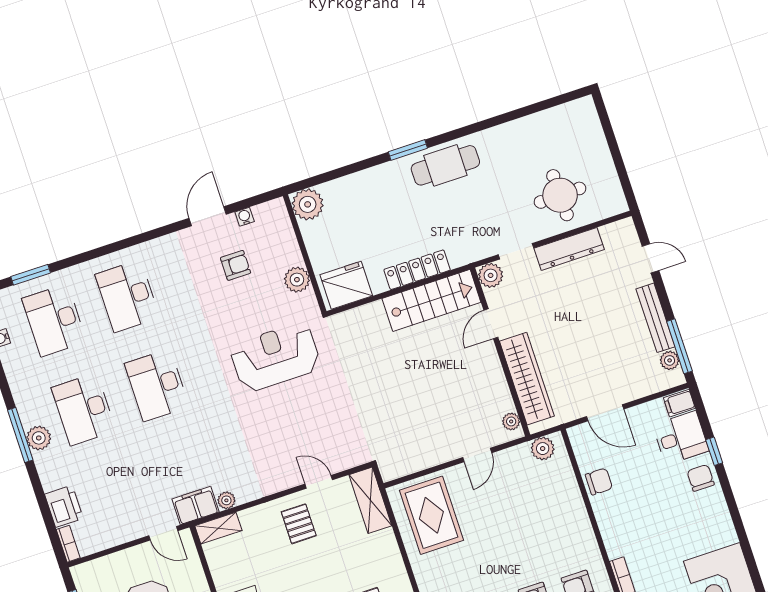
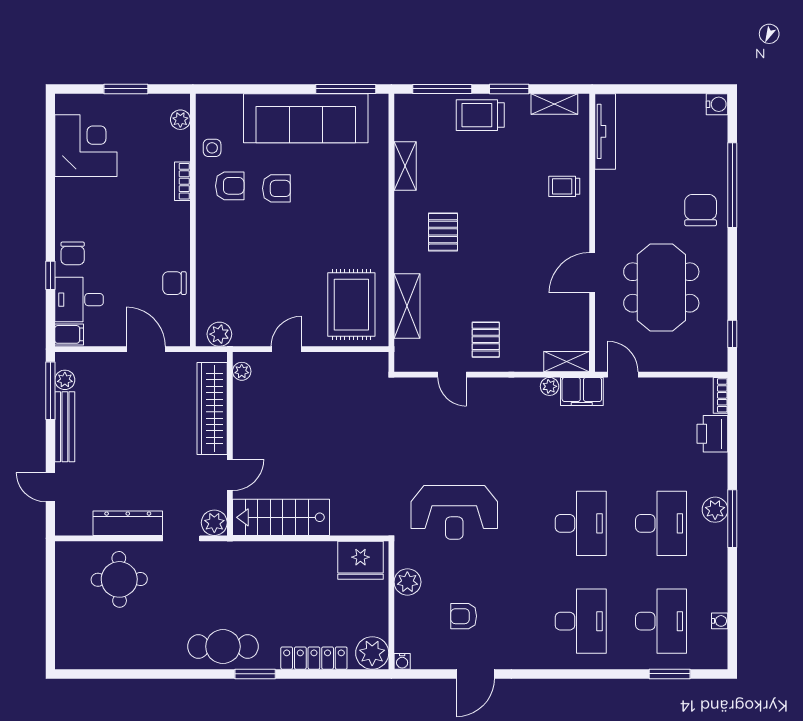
water cooler: (245, 217) -> (402, 661), moved
locker: (417, 270) -> (314, 658), moved, turned 180
shelving: (370, 500) -> (407, 306), moved

